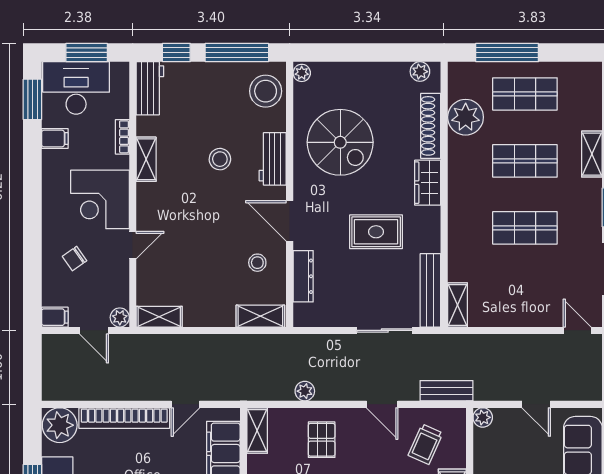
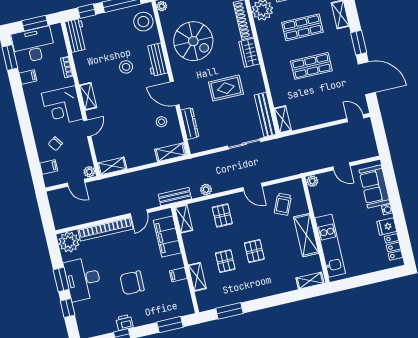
shelving: (146, 159) -> (88, 96), moved
filing cabinet: (55, 317) -> (49, 167), moved
bench: (446, 391) -> (175, 197), moved

